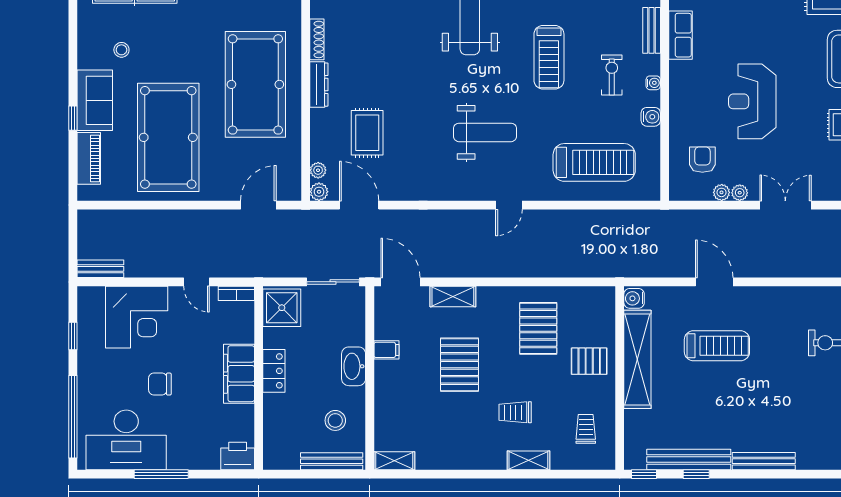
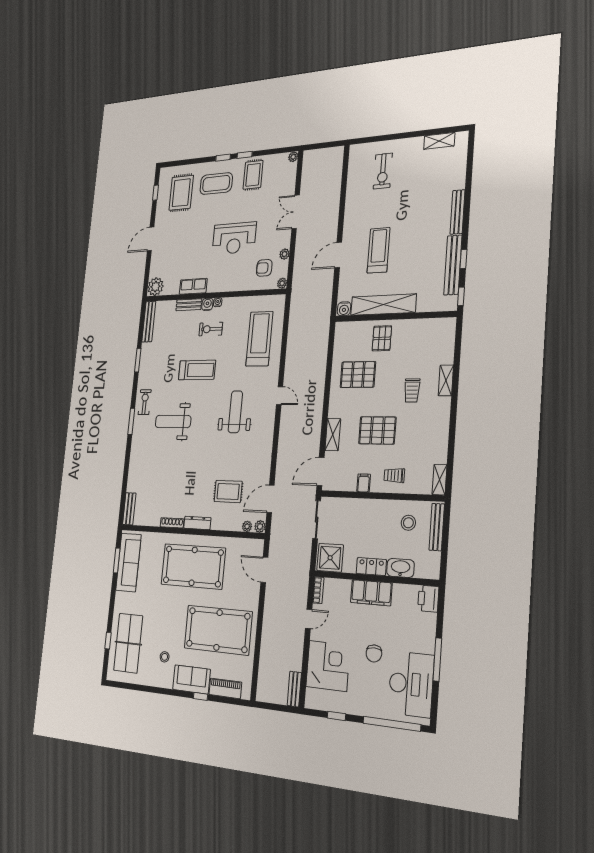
water cooler: (651, 117) -> (207, 304), moved
plant: (740, 193) -> (282, 283), moved
washbasin: (354, 366) -> (400, 568), moved, turned 180
trolley: (586, 429) -> (394, 475), moved

